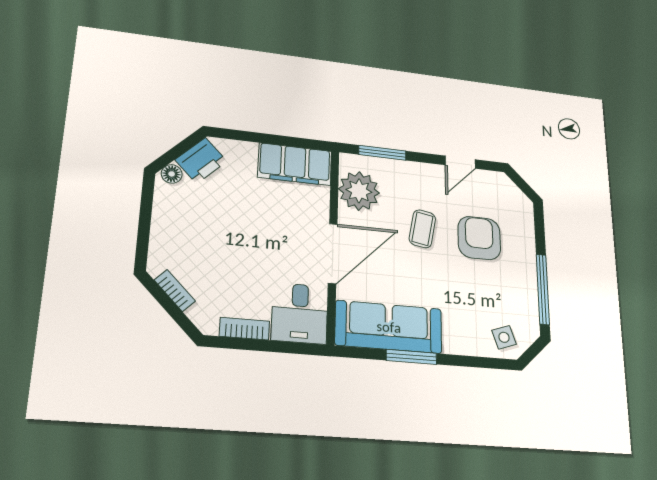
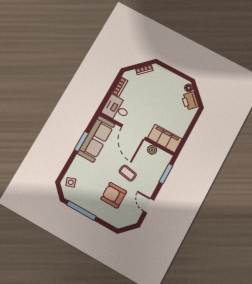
filing cabinet: (295, 164) -> (165, 138), moved, turned 90
plant: (359, 191) -> (152, 150), width x0.53, depth x0.53
armchair: (479, 238) -> (114, 195), turned 180

